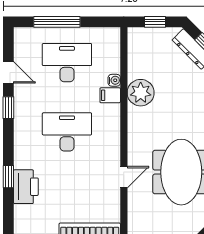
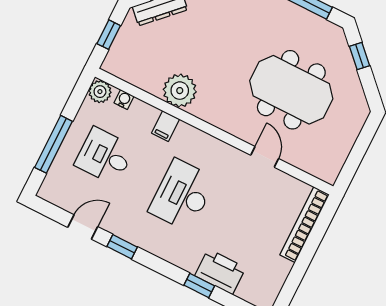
plant: (111, 36) -> (100, 92), added
desk: (67, 63) -> (105, 156), width x0.73
water cooler: (114, 80) -> (124, 99), moved

